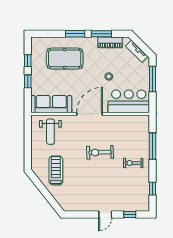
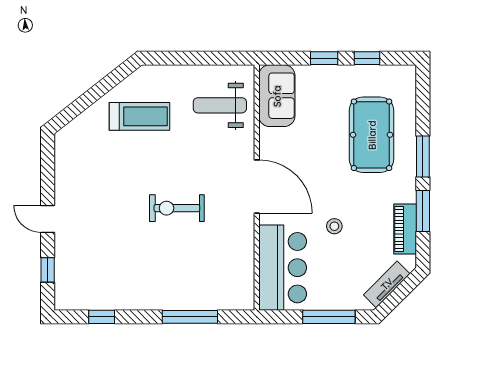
sofa: (51, 104) -> (277, 96), width x0.73
exercise bike: (100, 152) -> (177, 208), turned -88
exercise bike: (133, 163) -> (155, 277), removed

